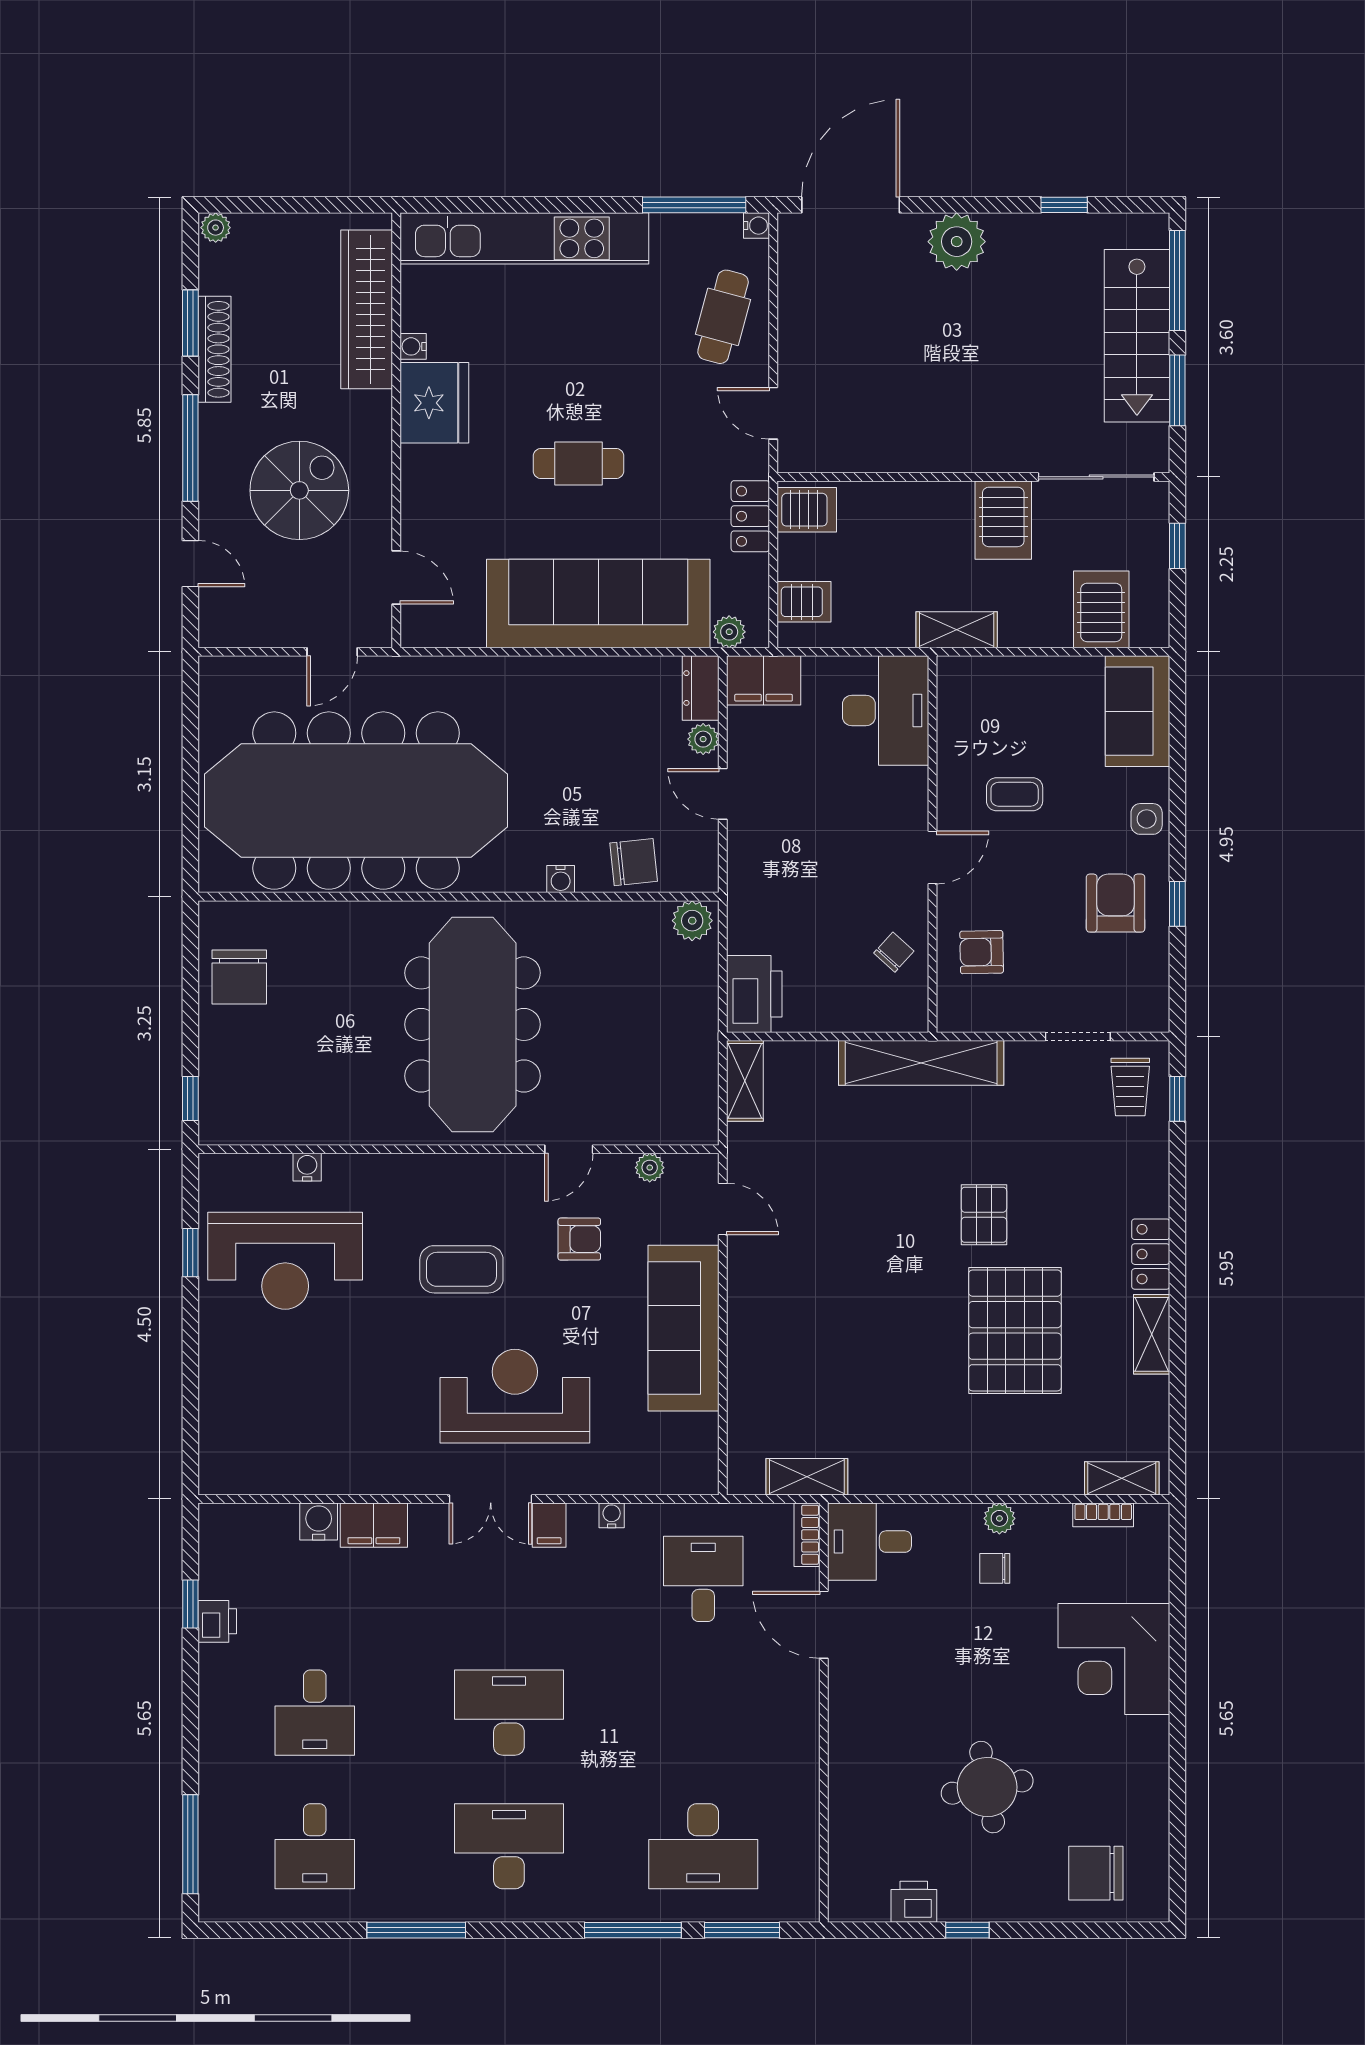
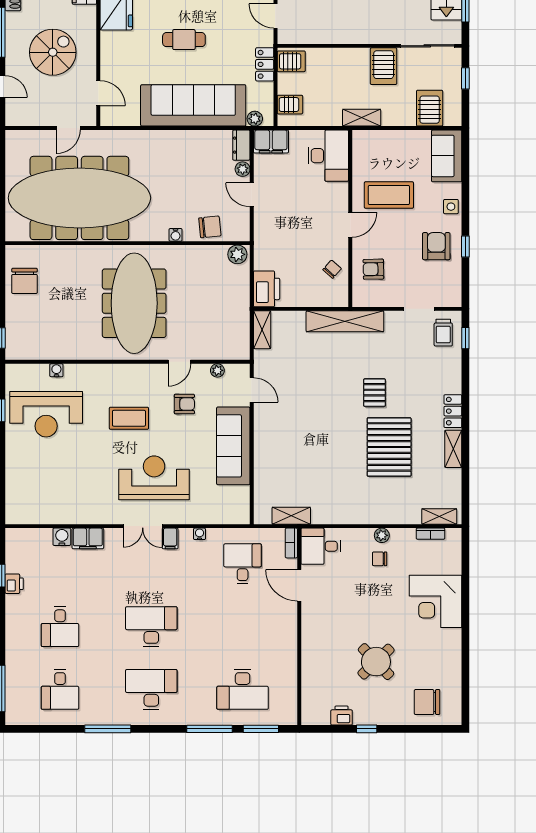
coffee table: (1015, 794) -> (389, 195), width x1.86, depth x1.72
round table: (987, 1787) -> (376, 662), turned -34

